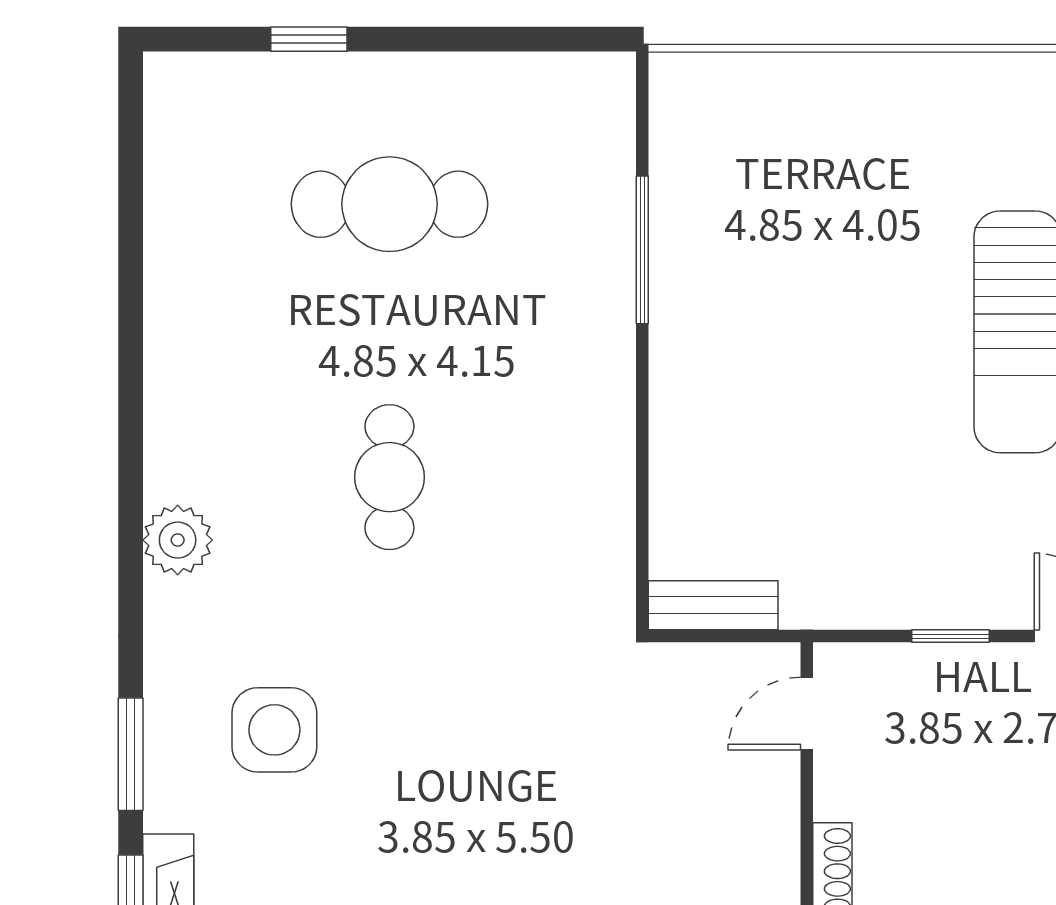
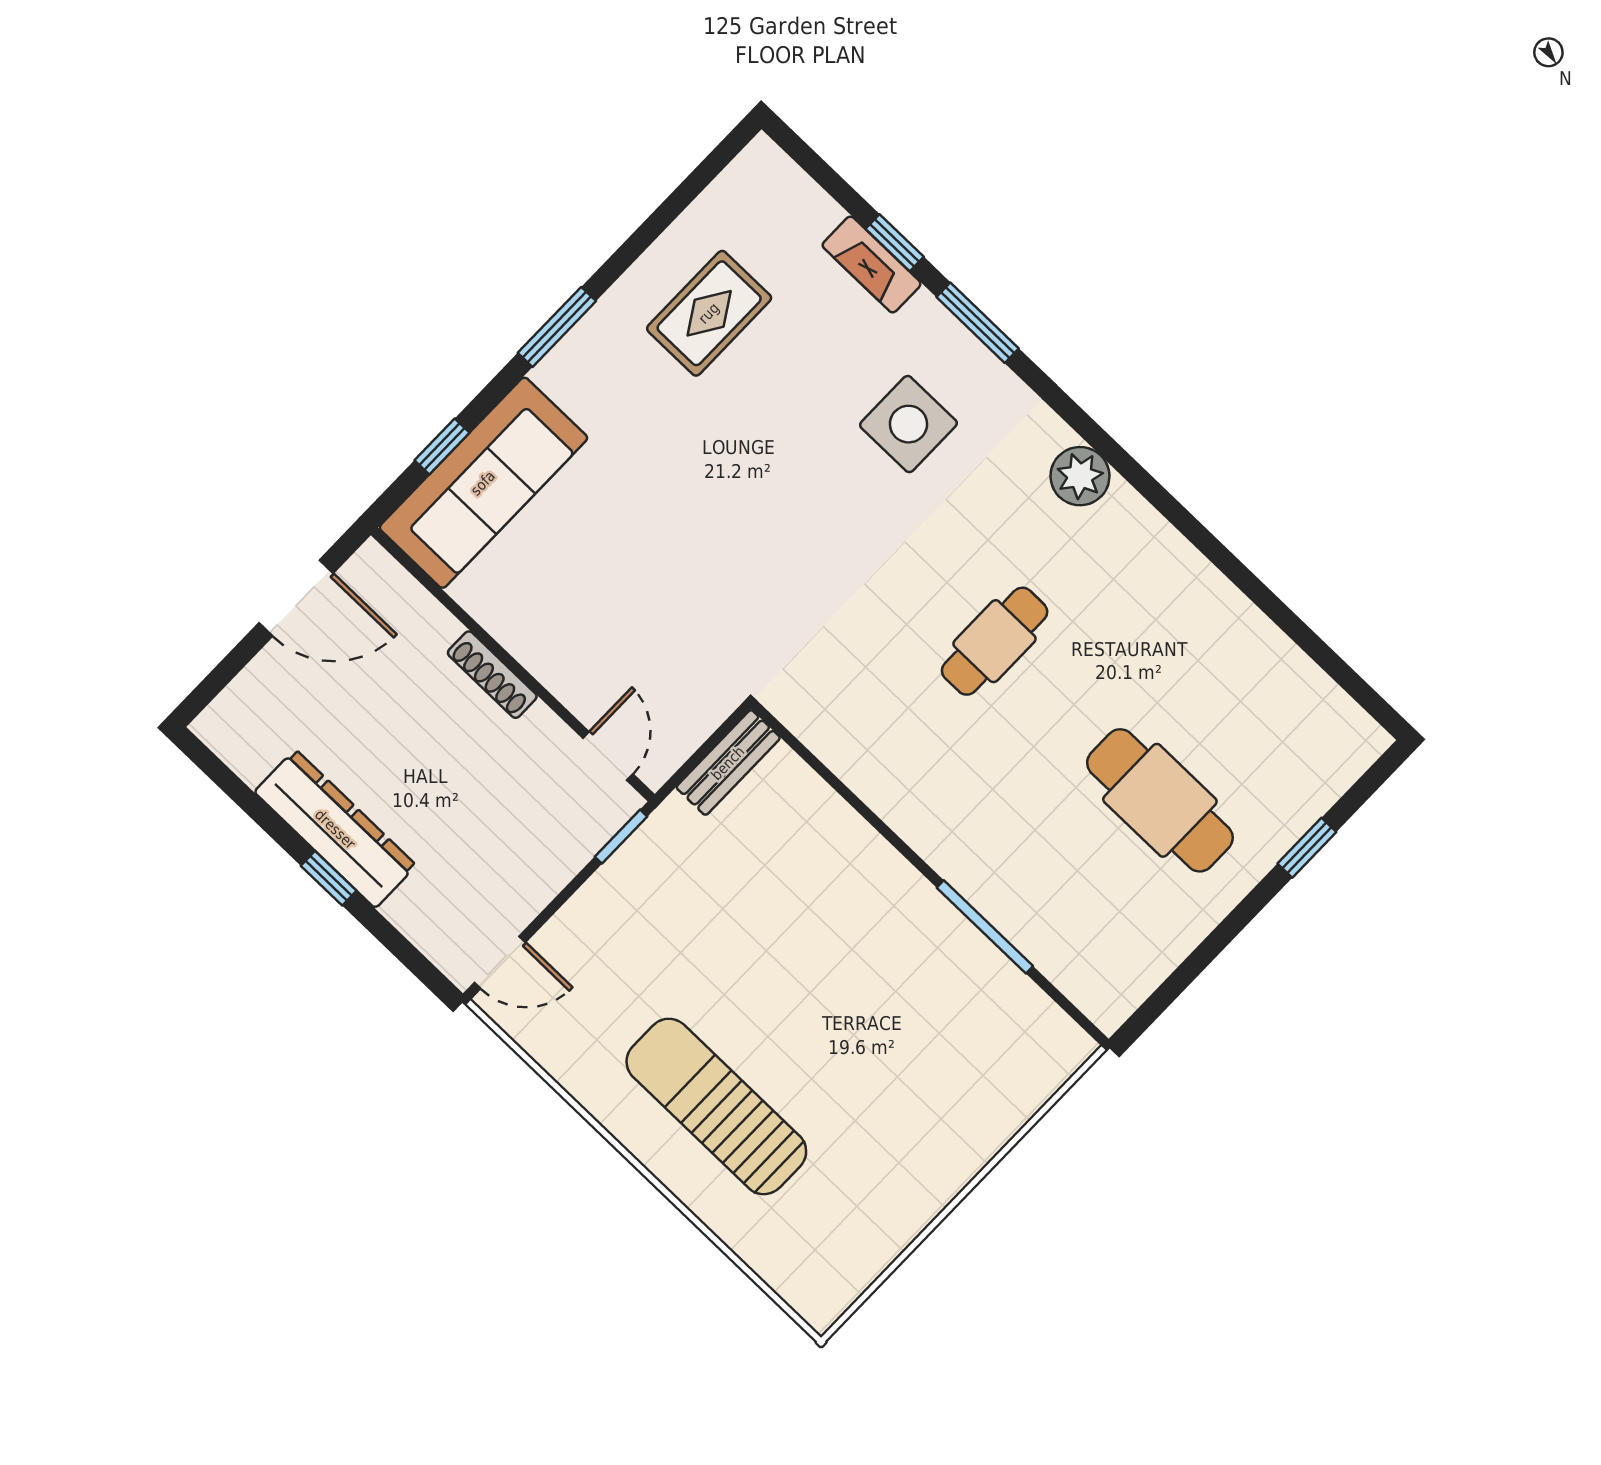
cafe table: (389, 204) -> (1160, 800), turned 90
cafe table: (389, 477) -> (995, 641), turned 90
window: (950, 636) -> (621, 837), moved

